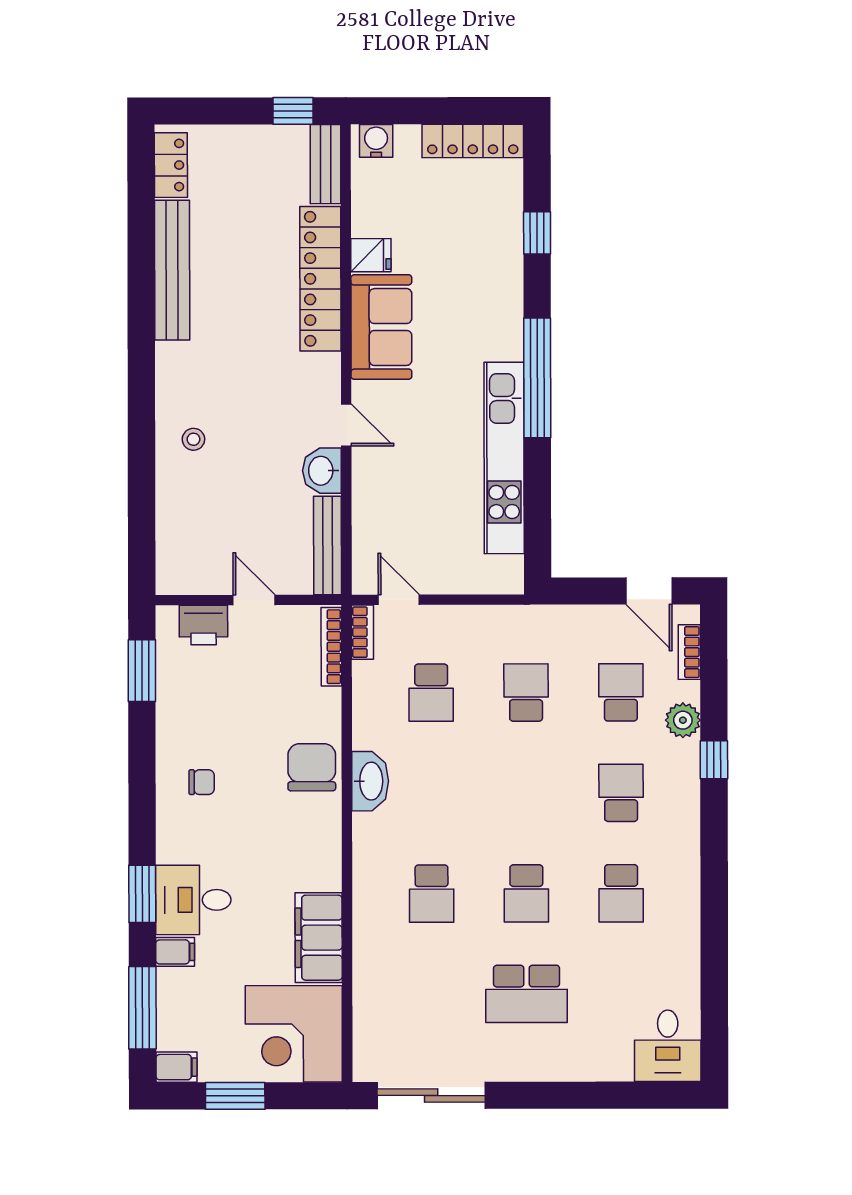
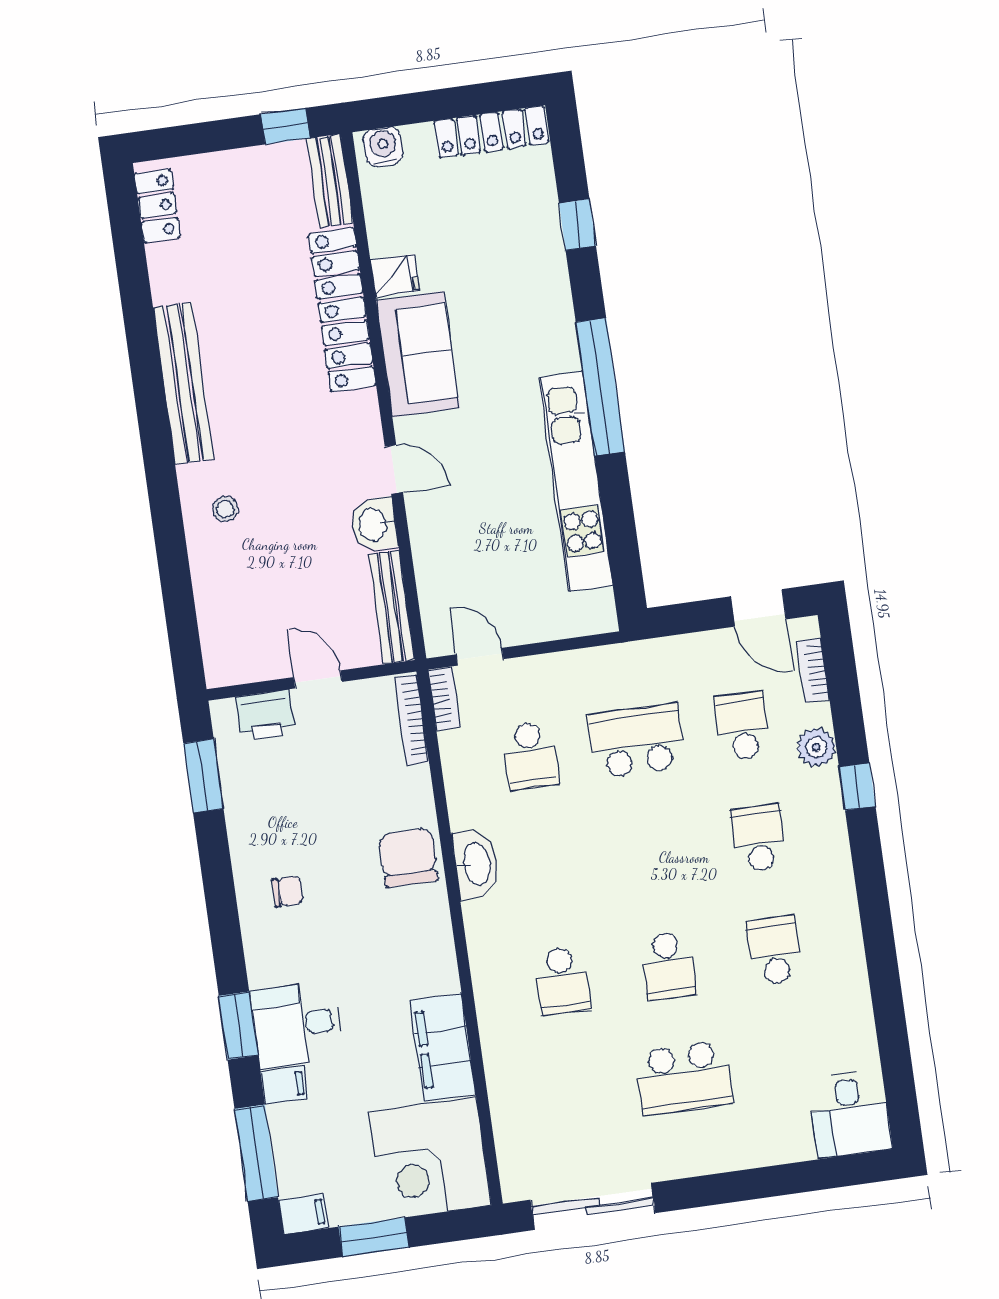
bench: (172, 270) -> (183, 383), moved
school desk: (526, 693) -> (637, 741), width x1.85
school desk: (621, 893) -> (774, 951), turned 180

